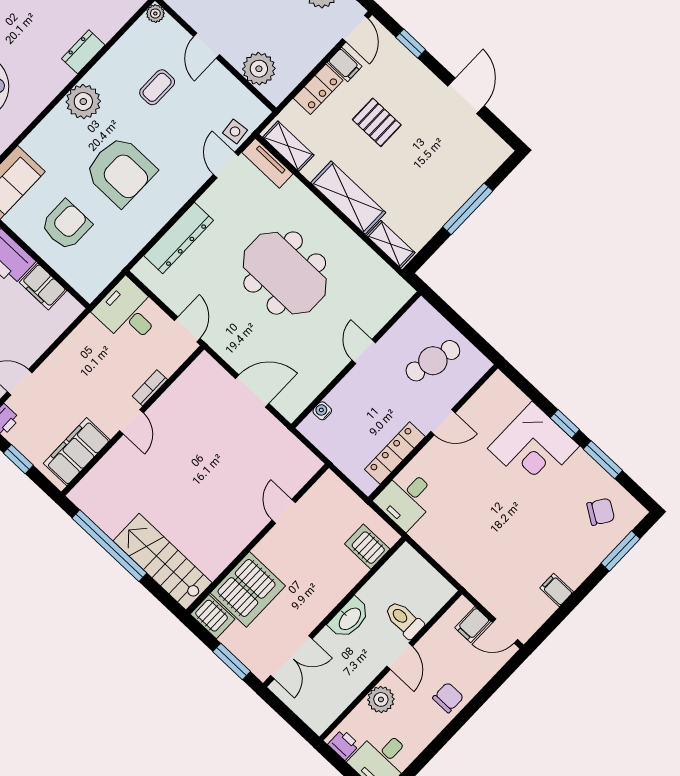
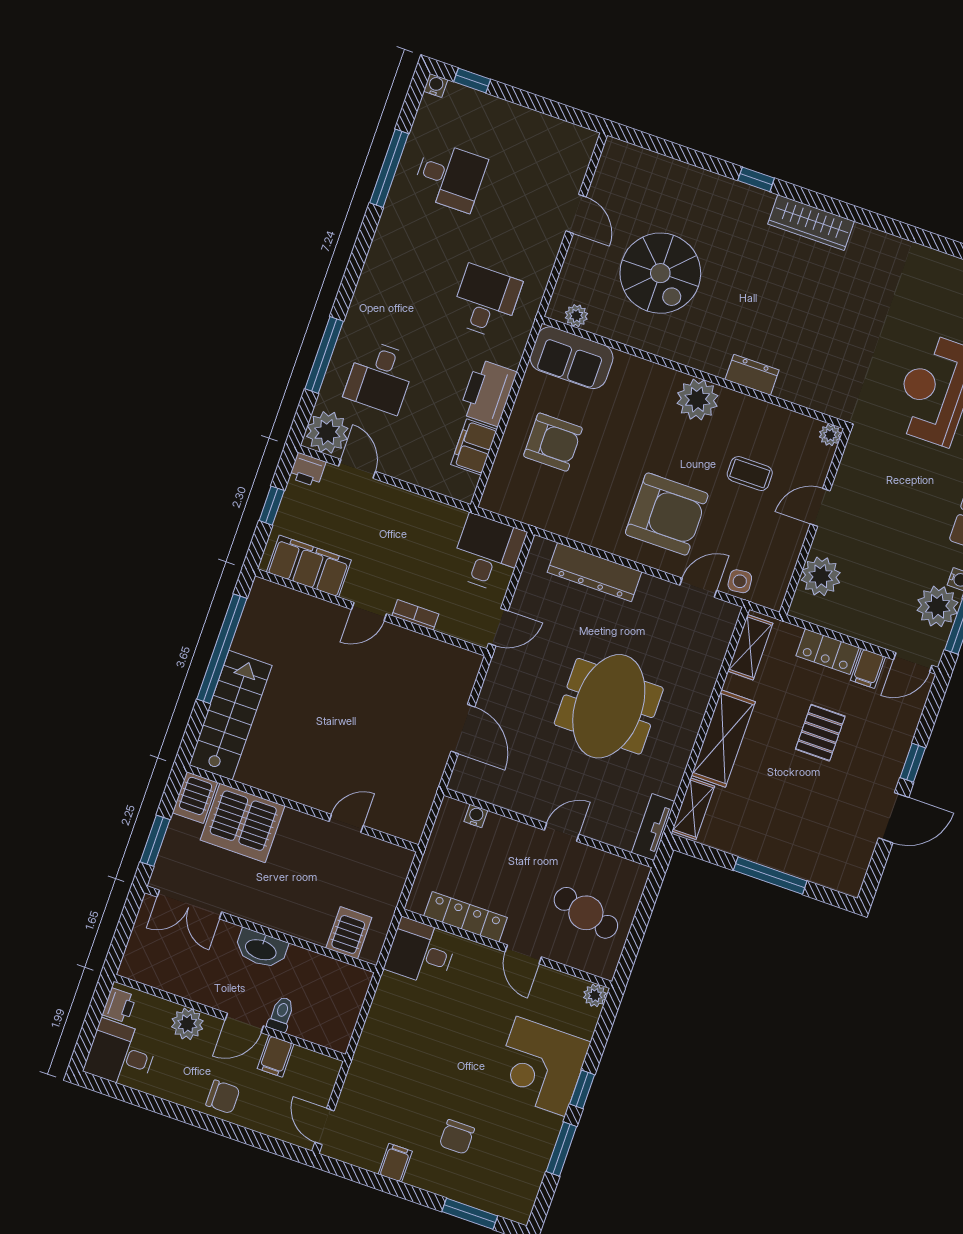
window: (411, 43) -> (913, 763), moved
tv unit: (267, 163) -> (653, 827), moved
armchair: (120, 171) -> (667, 514), moved, turned -90
plant: (498, 382) -> (595, 995), added
chair: (601, 512) -> (457, 1137), moved, turned 57
toilet: (404, 620) -> (281, 1014), width x0.73, depth x0.72
filing cabinet: (473, 625) -> (276, 1056), moved, turned -90

